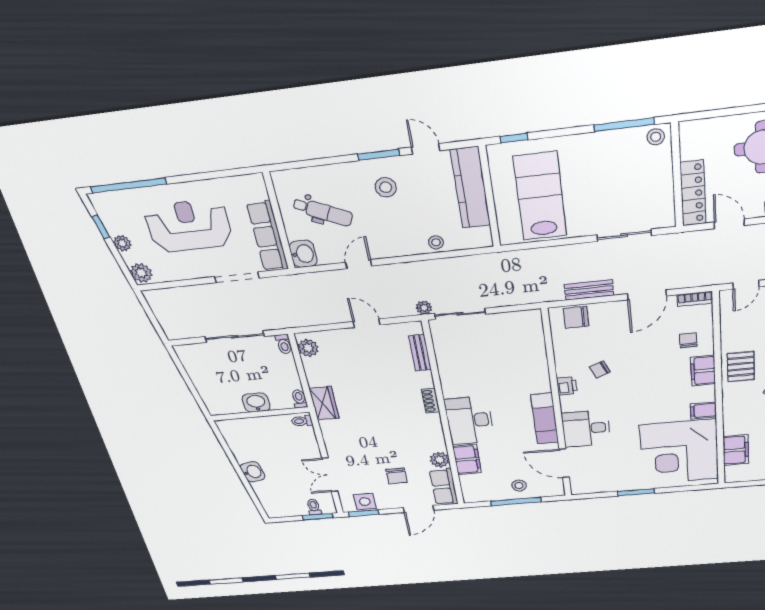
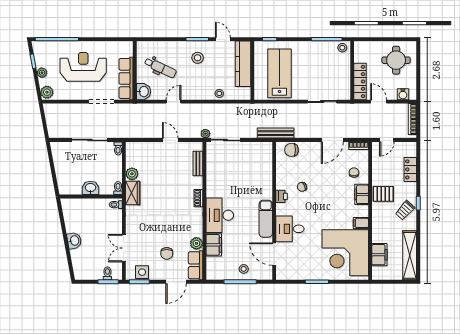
bench: (589, 290) -> (276, 133), moved, width x1.36
plant: (308, 348) -> (132, 174), moved
pallet: (741, 367) -> (383, 194), turned 90

